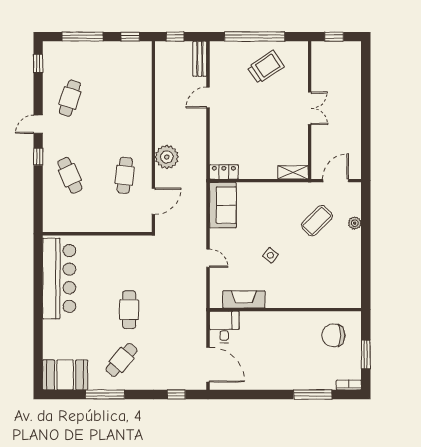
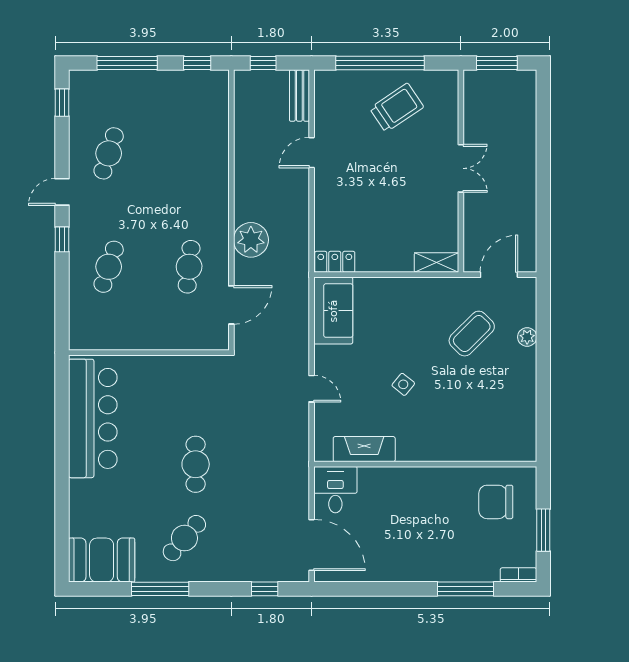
window: (334, 37) -> (497, 63), width x1.50
cafe table: (70, 175) -> (109, 267), turned 42

